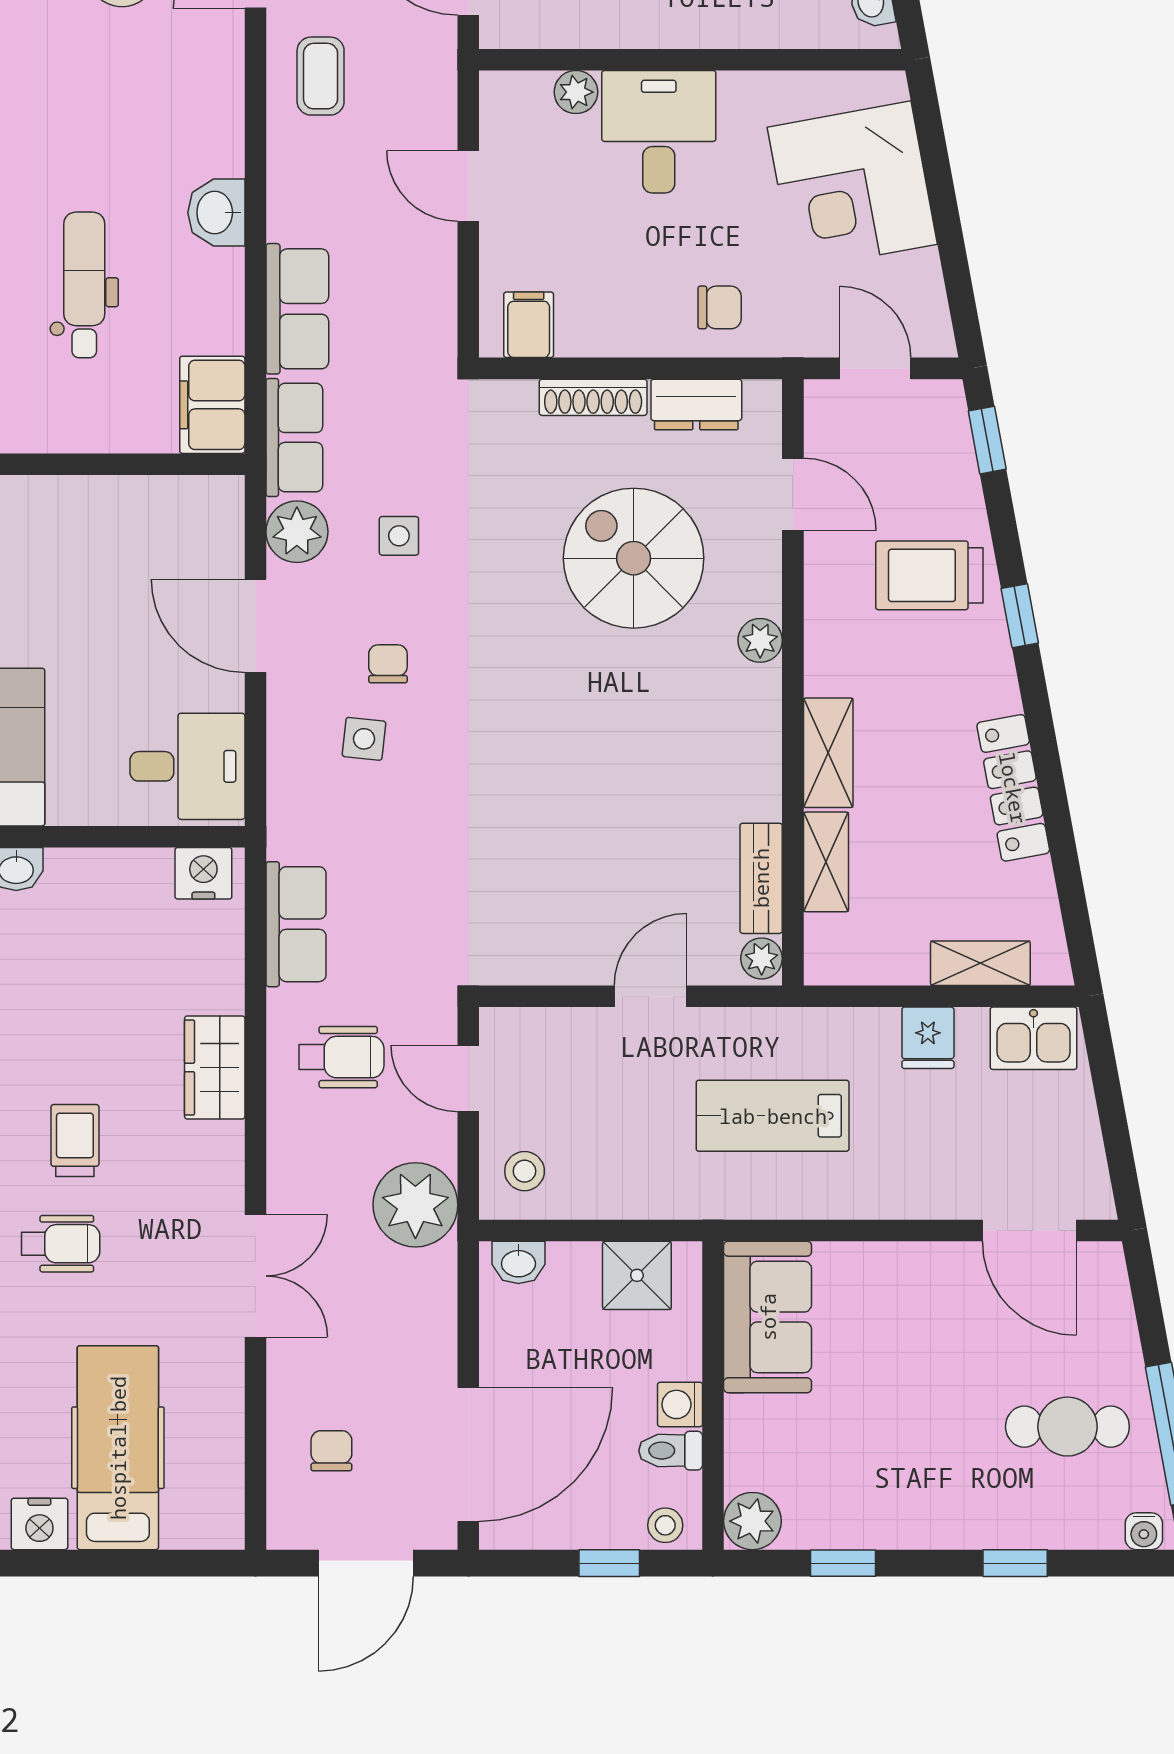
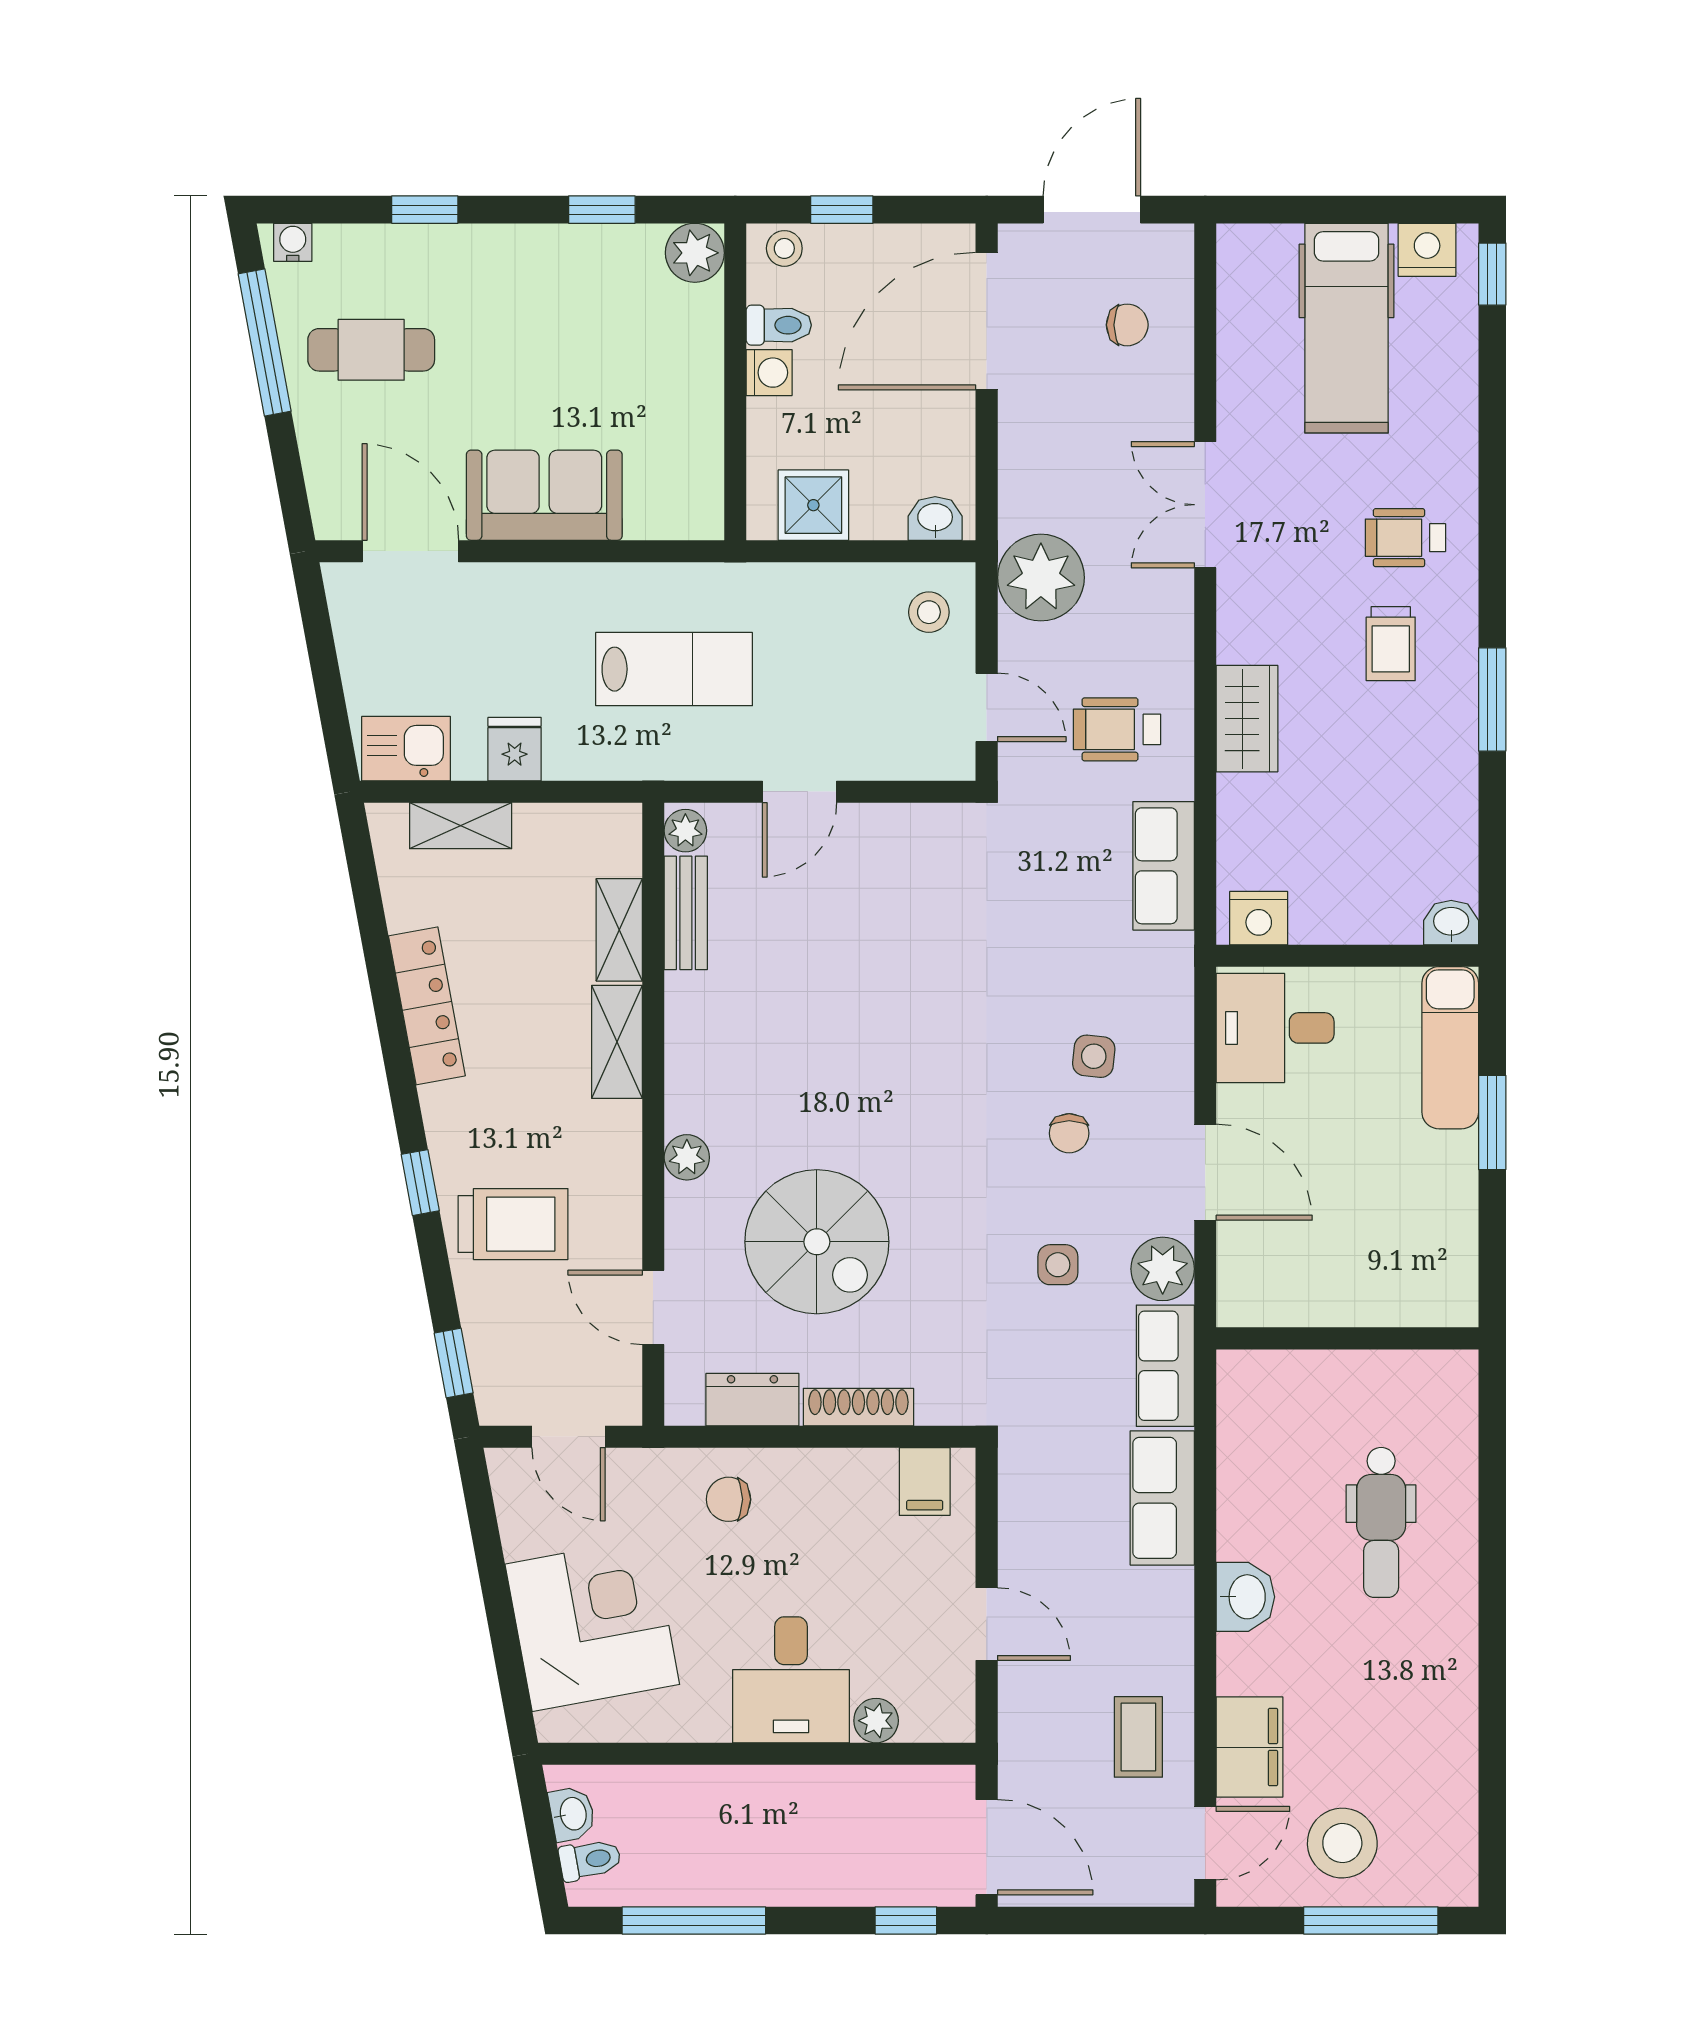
filing cabinet: (212, 405) -> (1250, 1747), moved
sofa: (768, 1317) -> (544, 495), moved, turned 90
chair: (331, 1451) -> (1127, 325), turned -90

